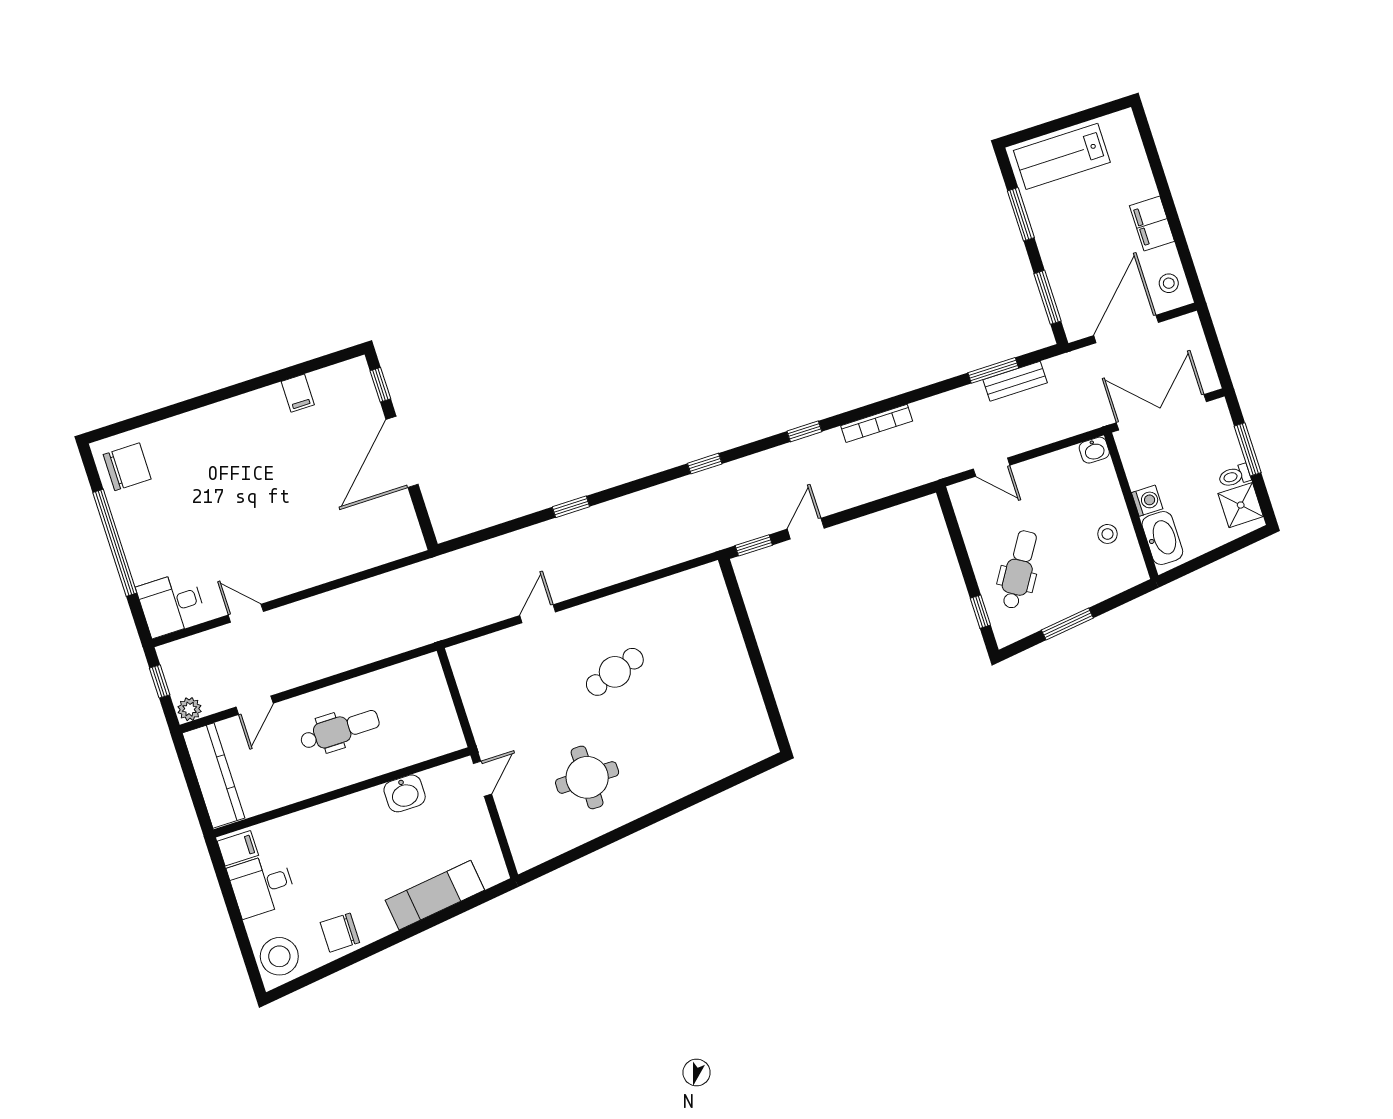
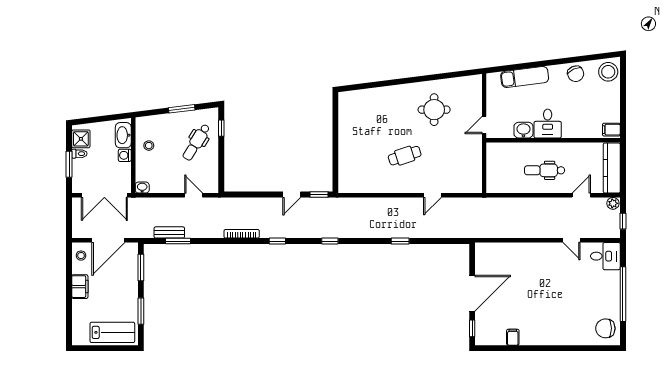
desk: (262, 885) -> (548, 124), moved, turned 90
chair: (340, 933) -> (576, 74), turned 66

